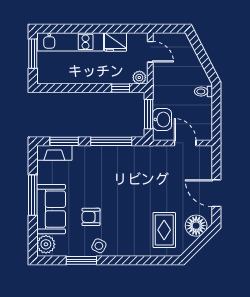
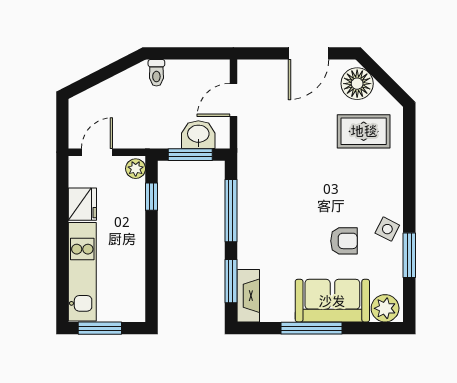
armchair: (91, 217) -> (344, 241), turned -90

